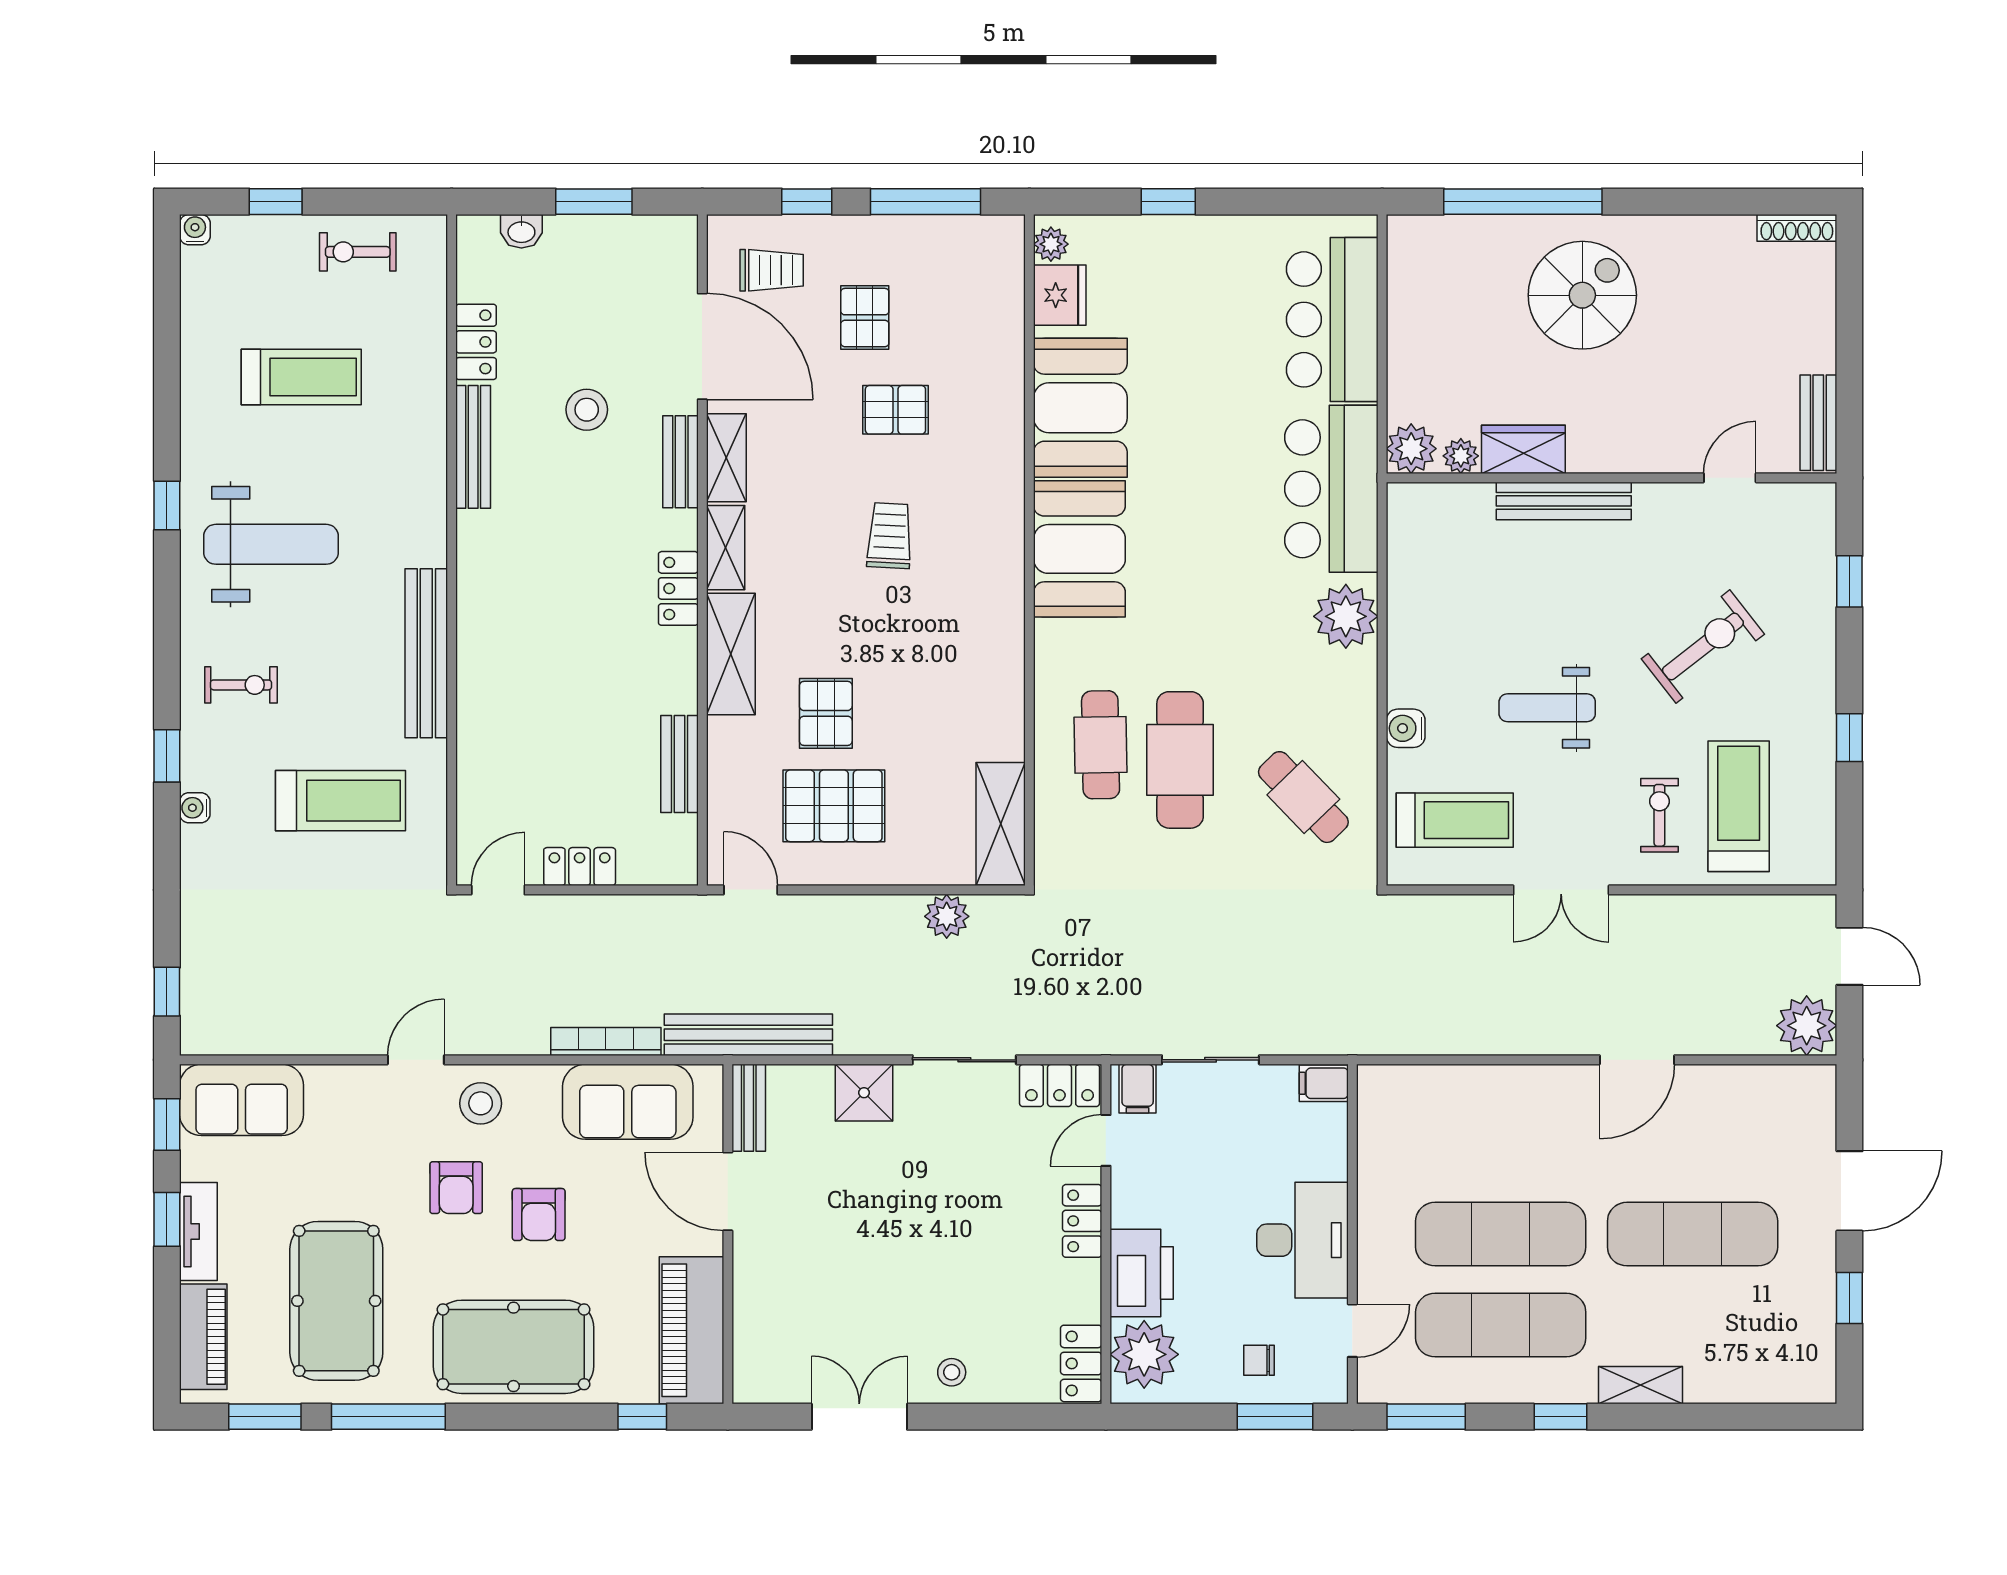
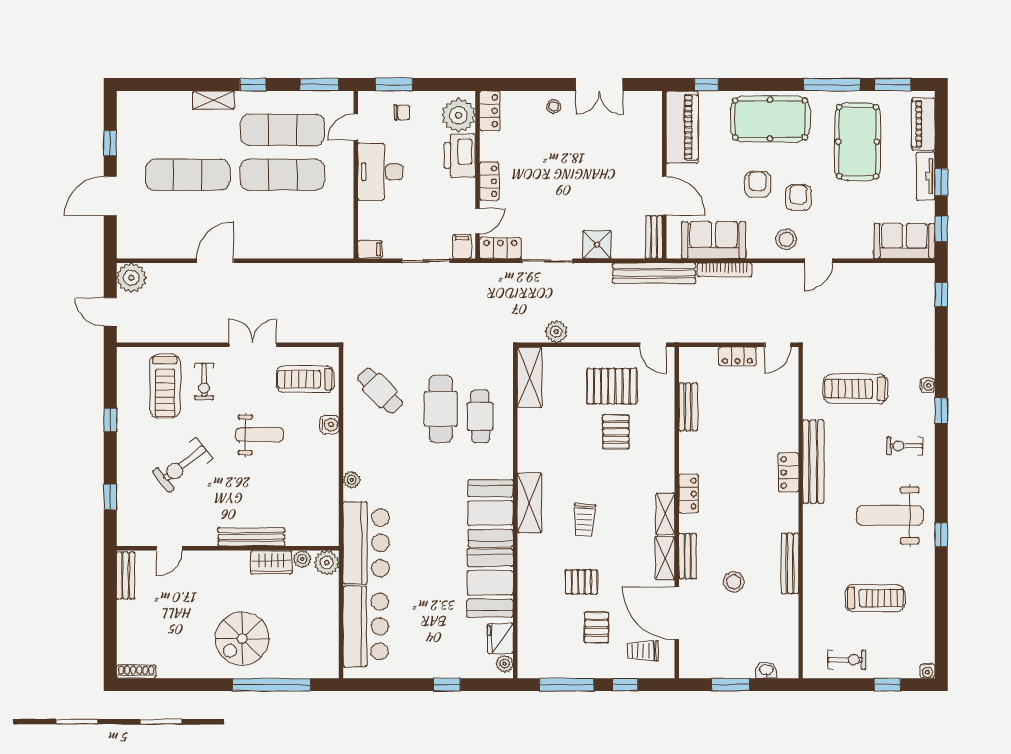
locker: (476, 342) -> (789, 472), moved
treadmill: (301, 377) -> (875, 598), turned 180
plant: (1346, 616) -> (352, 480), width x0.53, depth x0.53
shelving: (731, 654) -> (529, 503), moved

